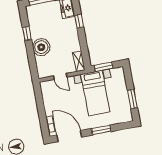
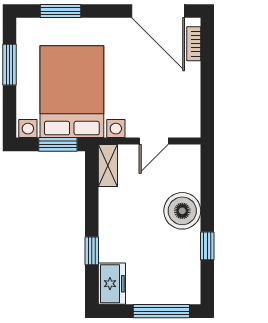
door: (60, 76) -> (154, 141), swing flipped
bed with nightstands: (95, 93) -> (72, 92), width x1.36
window: (101, 130) -> (61, 11), moved

